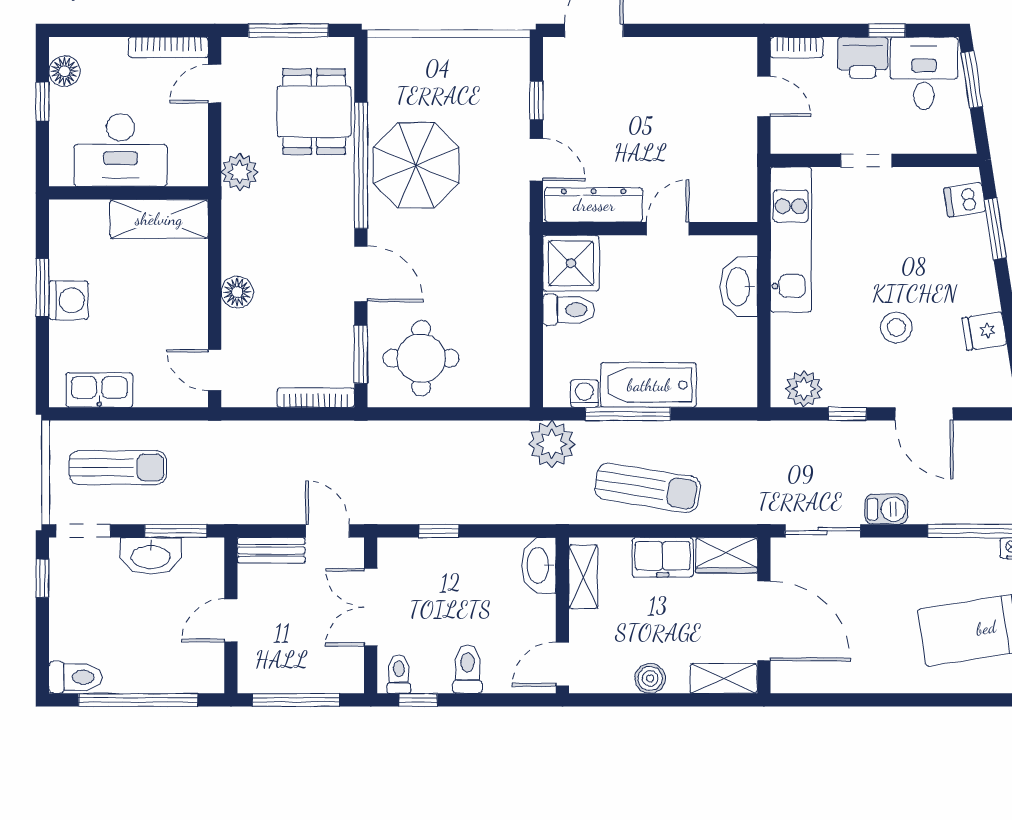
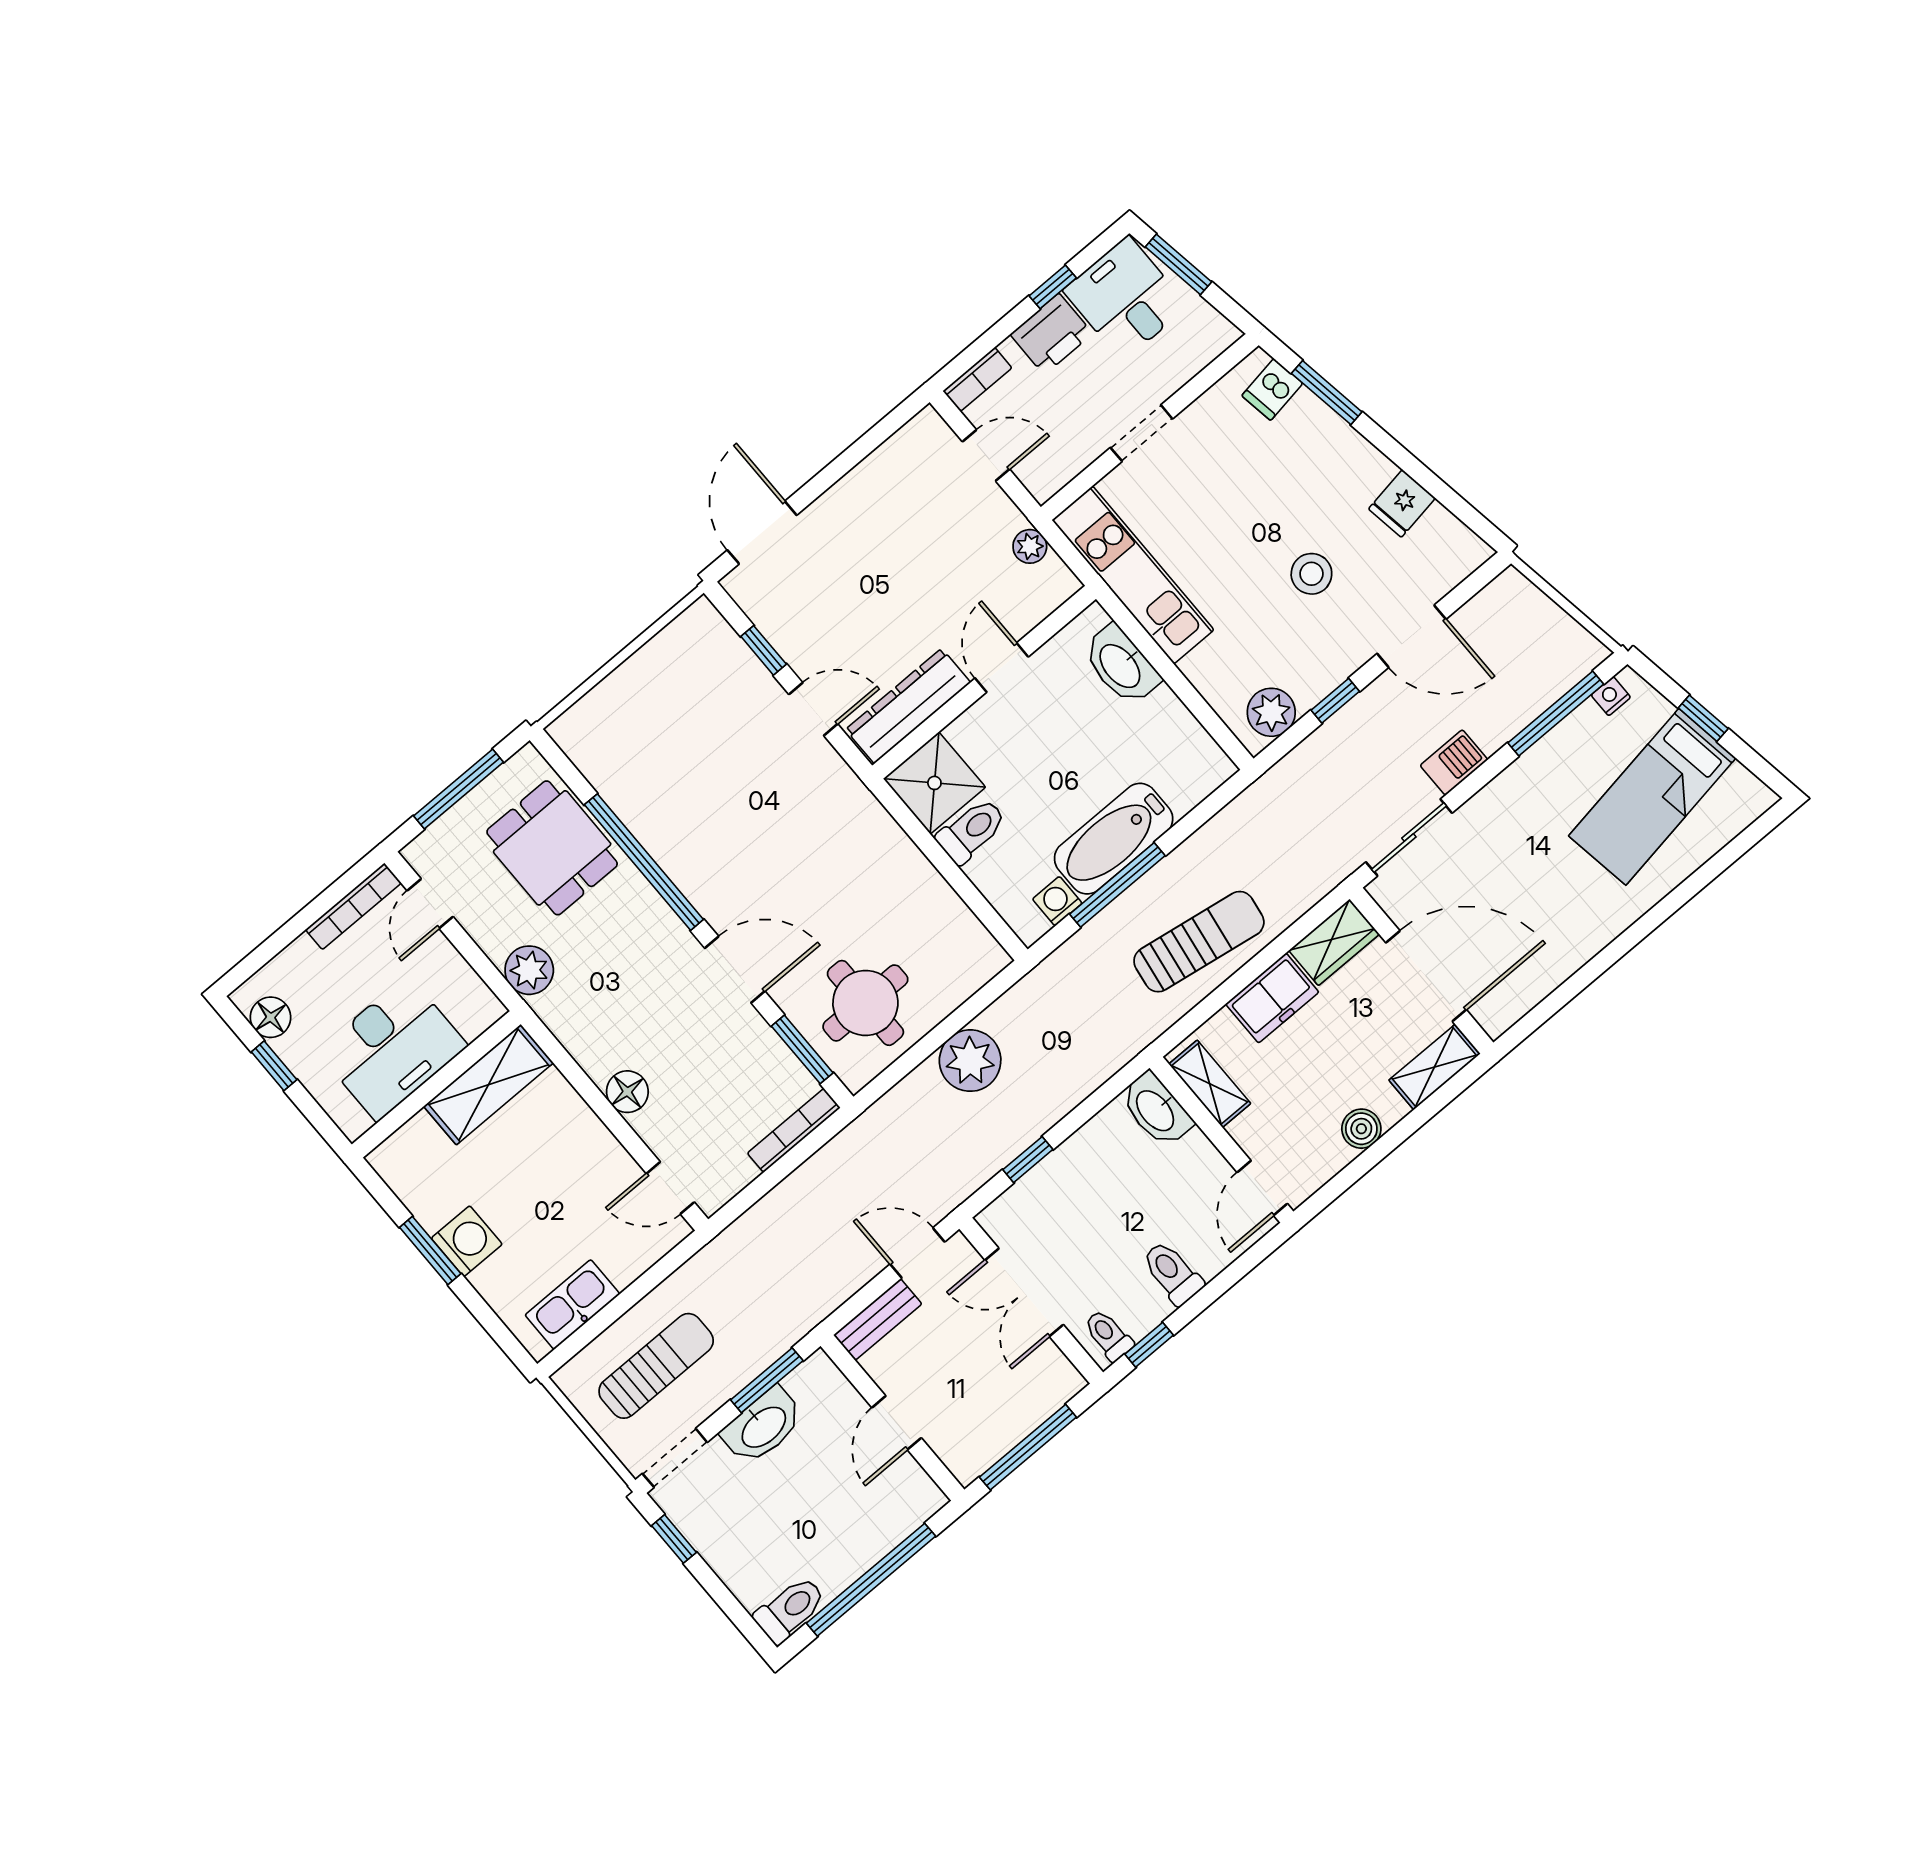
parasol: (416, 165) -> (698, 816), removed
plant: (744, 172) -> (1030, 546), added
plant: (552, 444) -> (970, 1061), moved

